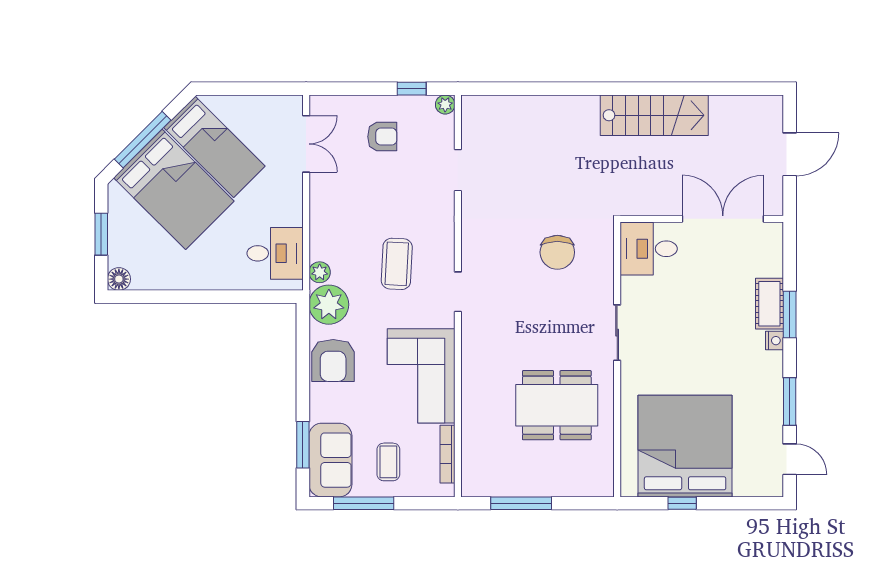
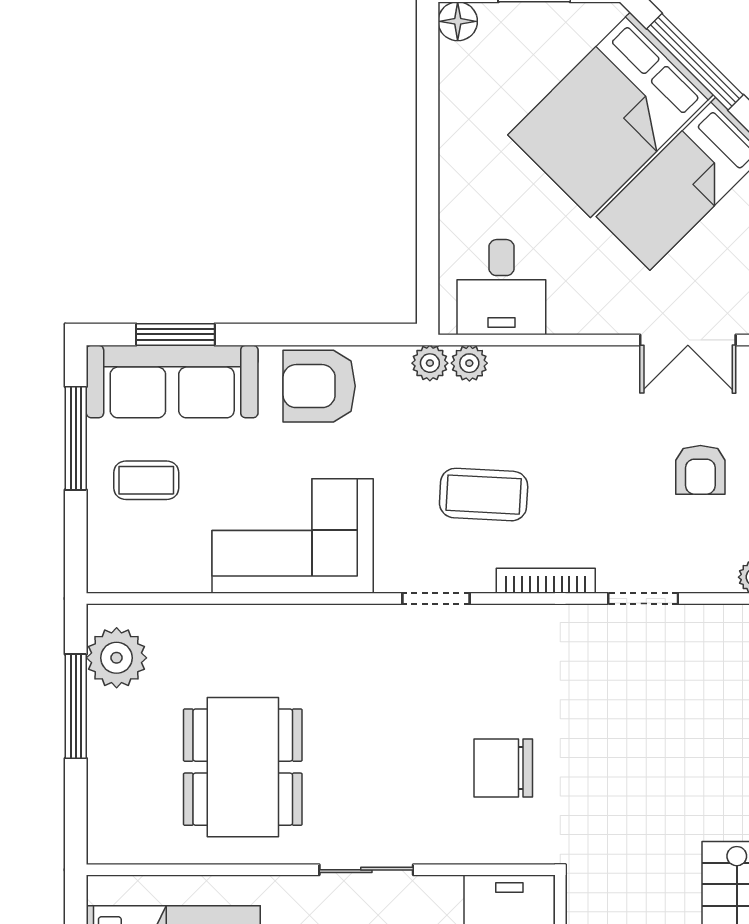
plant: (329, 305) -> (430, 363), width x0.53, depth x0.53
bookcase: (447, 454) -> (546, 581), moved
sofa: (330, 460) -> (172, 382), width x1.36
plant: (493, 479) -> (117, 658), added

